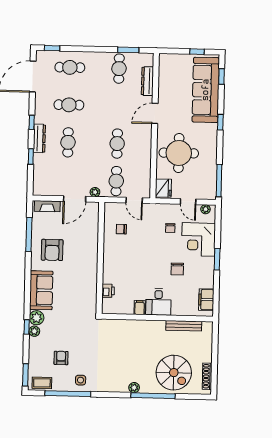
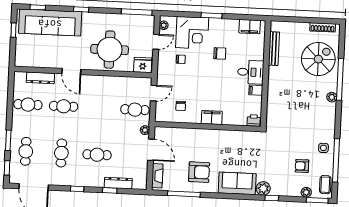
window: (128, 50) -> (8, 140), moved
dresser: (39, 139) -> (118, 183), moved
cafe table: (117, 144) -> (64, 106), moved
filing cabinet: (110, 262) -> (212, 118), added
printer: (108, 291) -> (254, 120), moved
plant: (34, 331) -> (306, 192), moved

